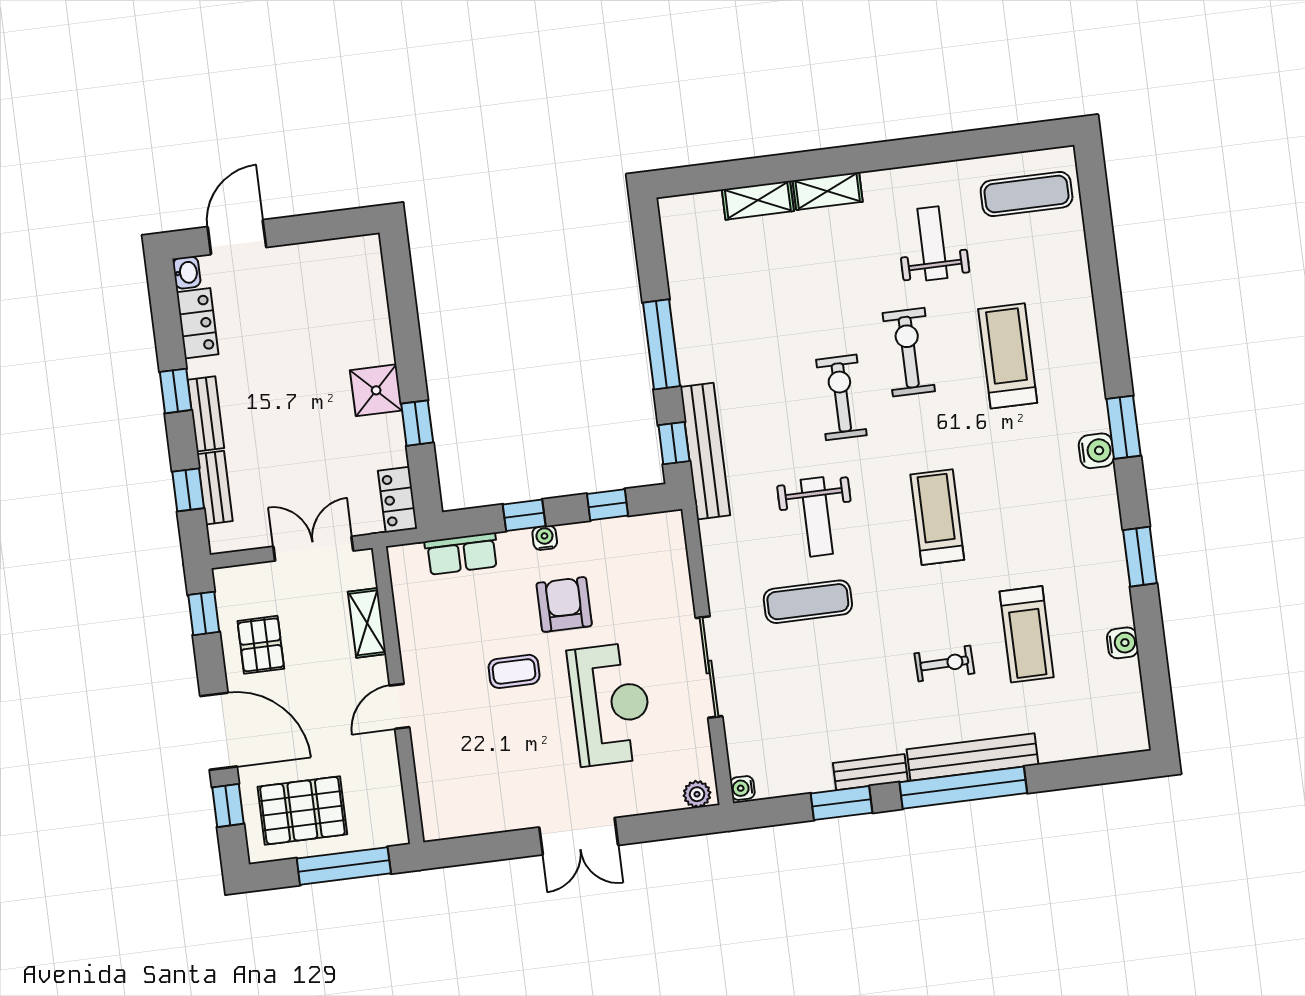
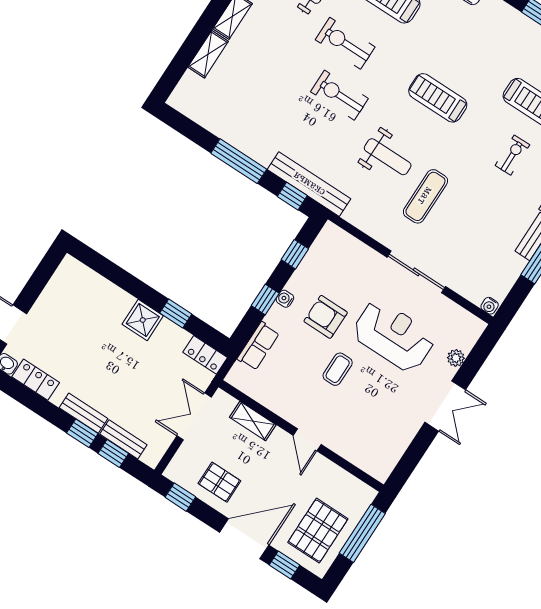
window: (176, 391) -> (82, 433), moved
plant: (697, 794) -> (456, 358), moved

